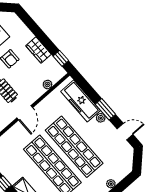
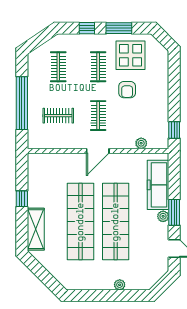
wardrobe: (38, 50) -> (160, 105), removed

